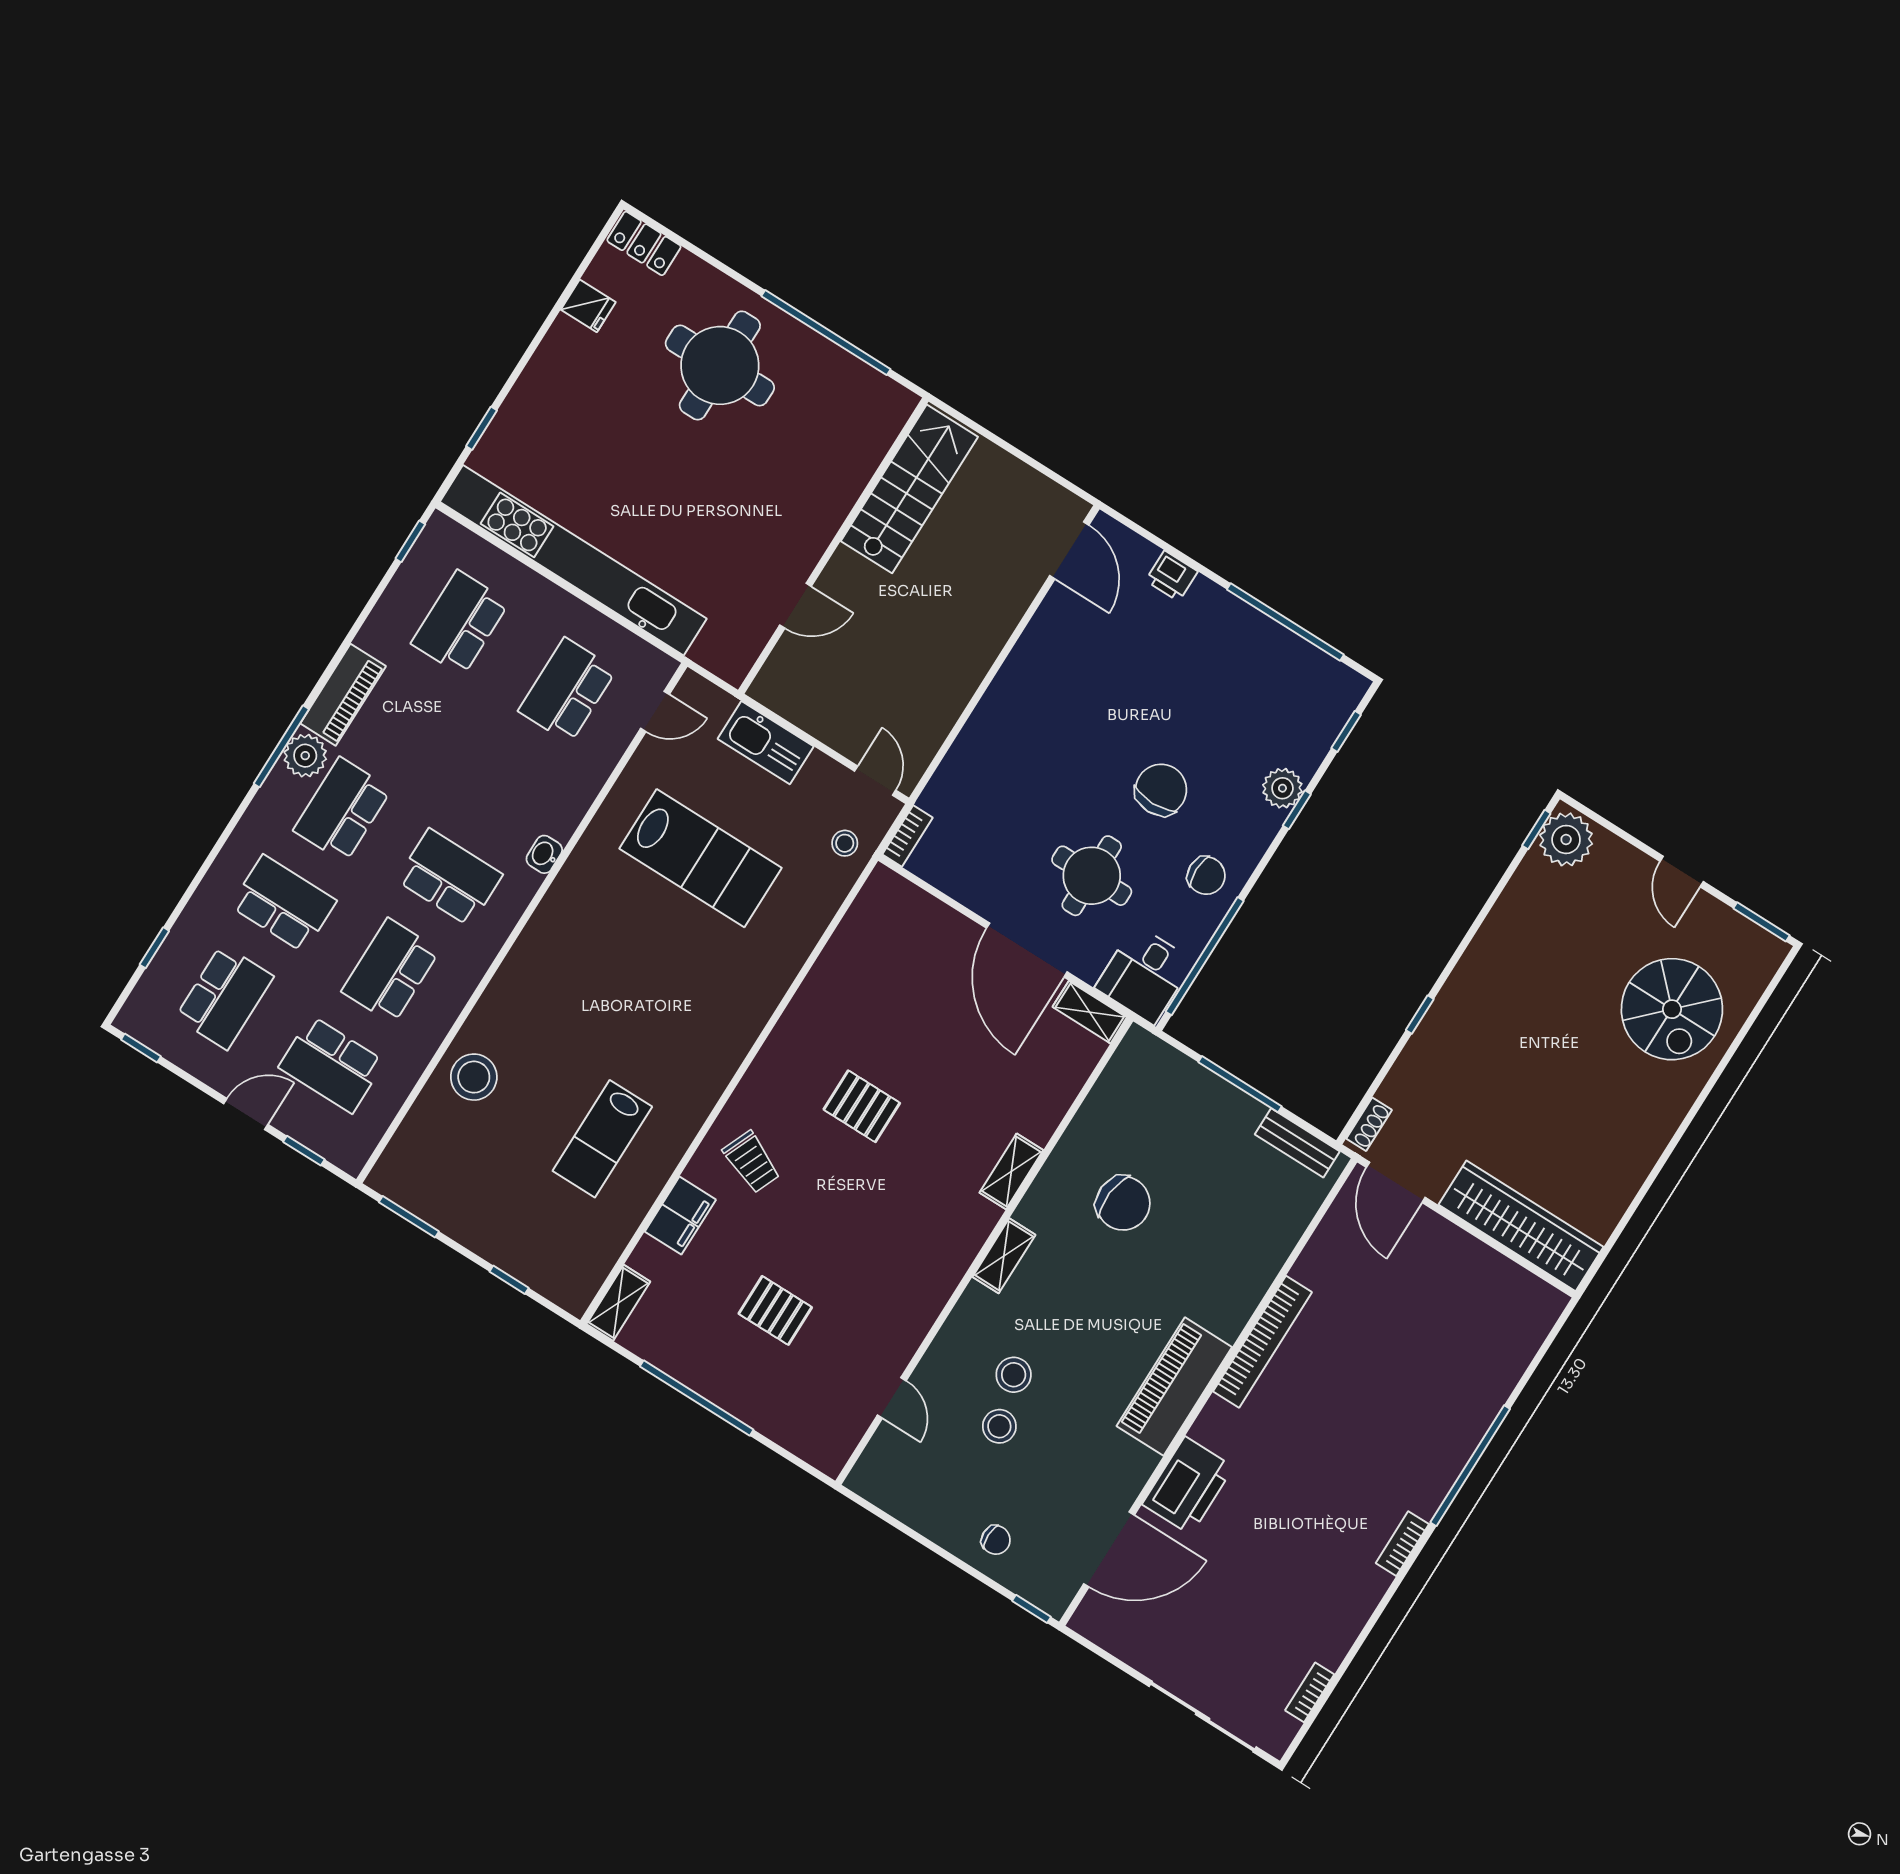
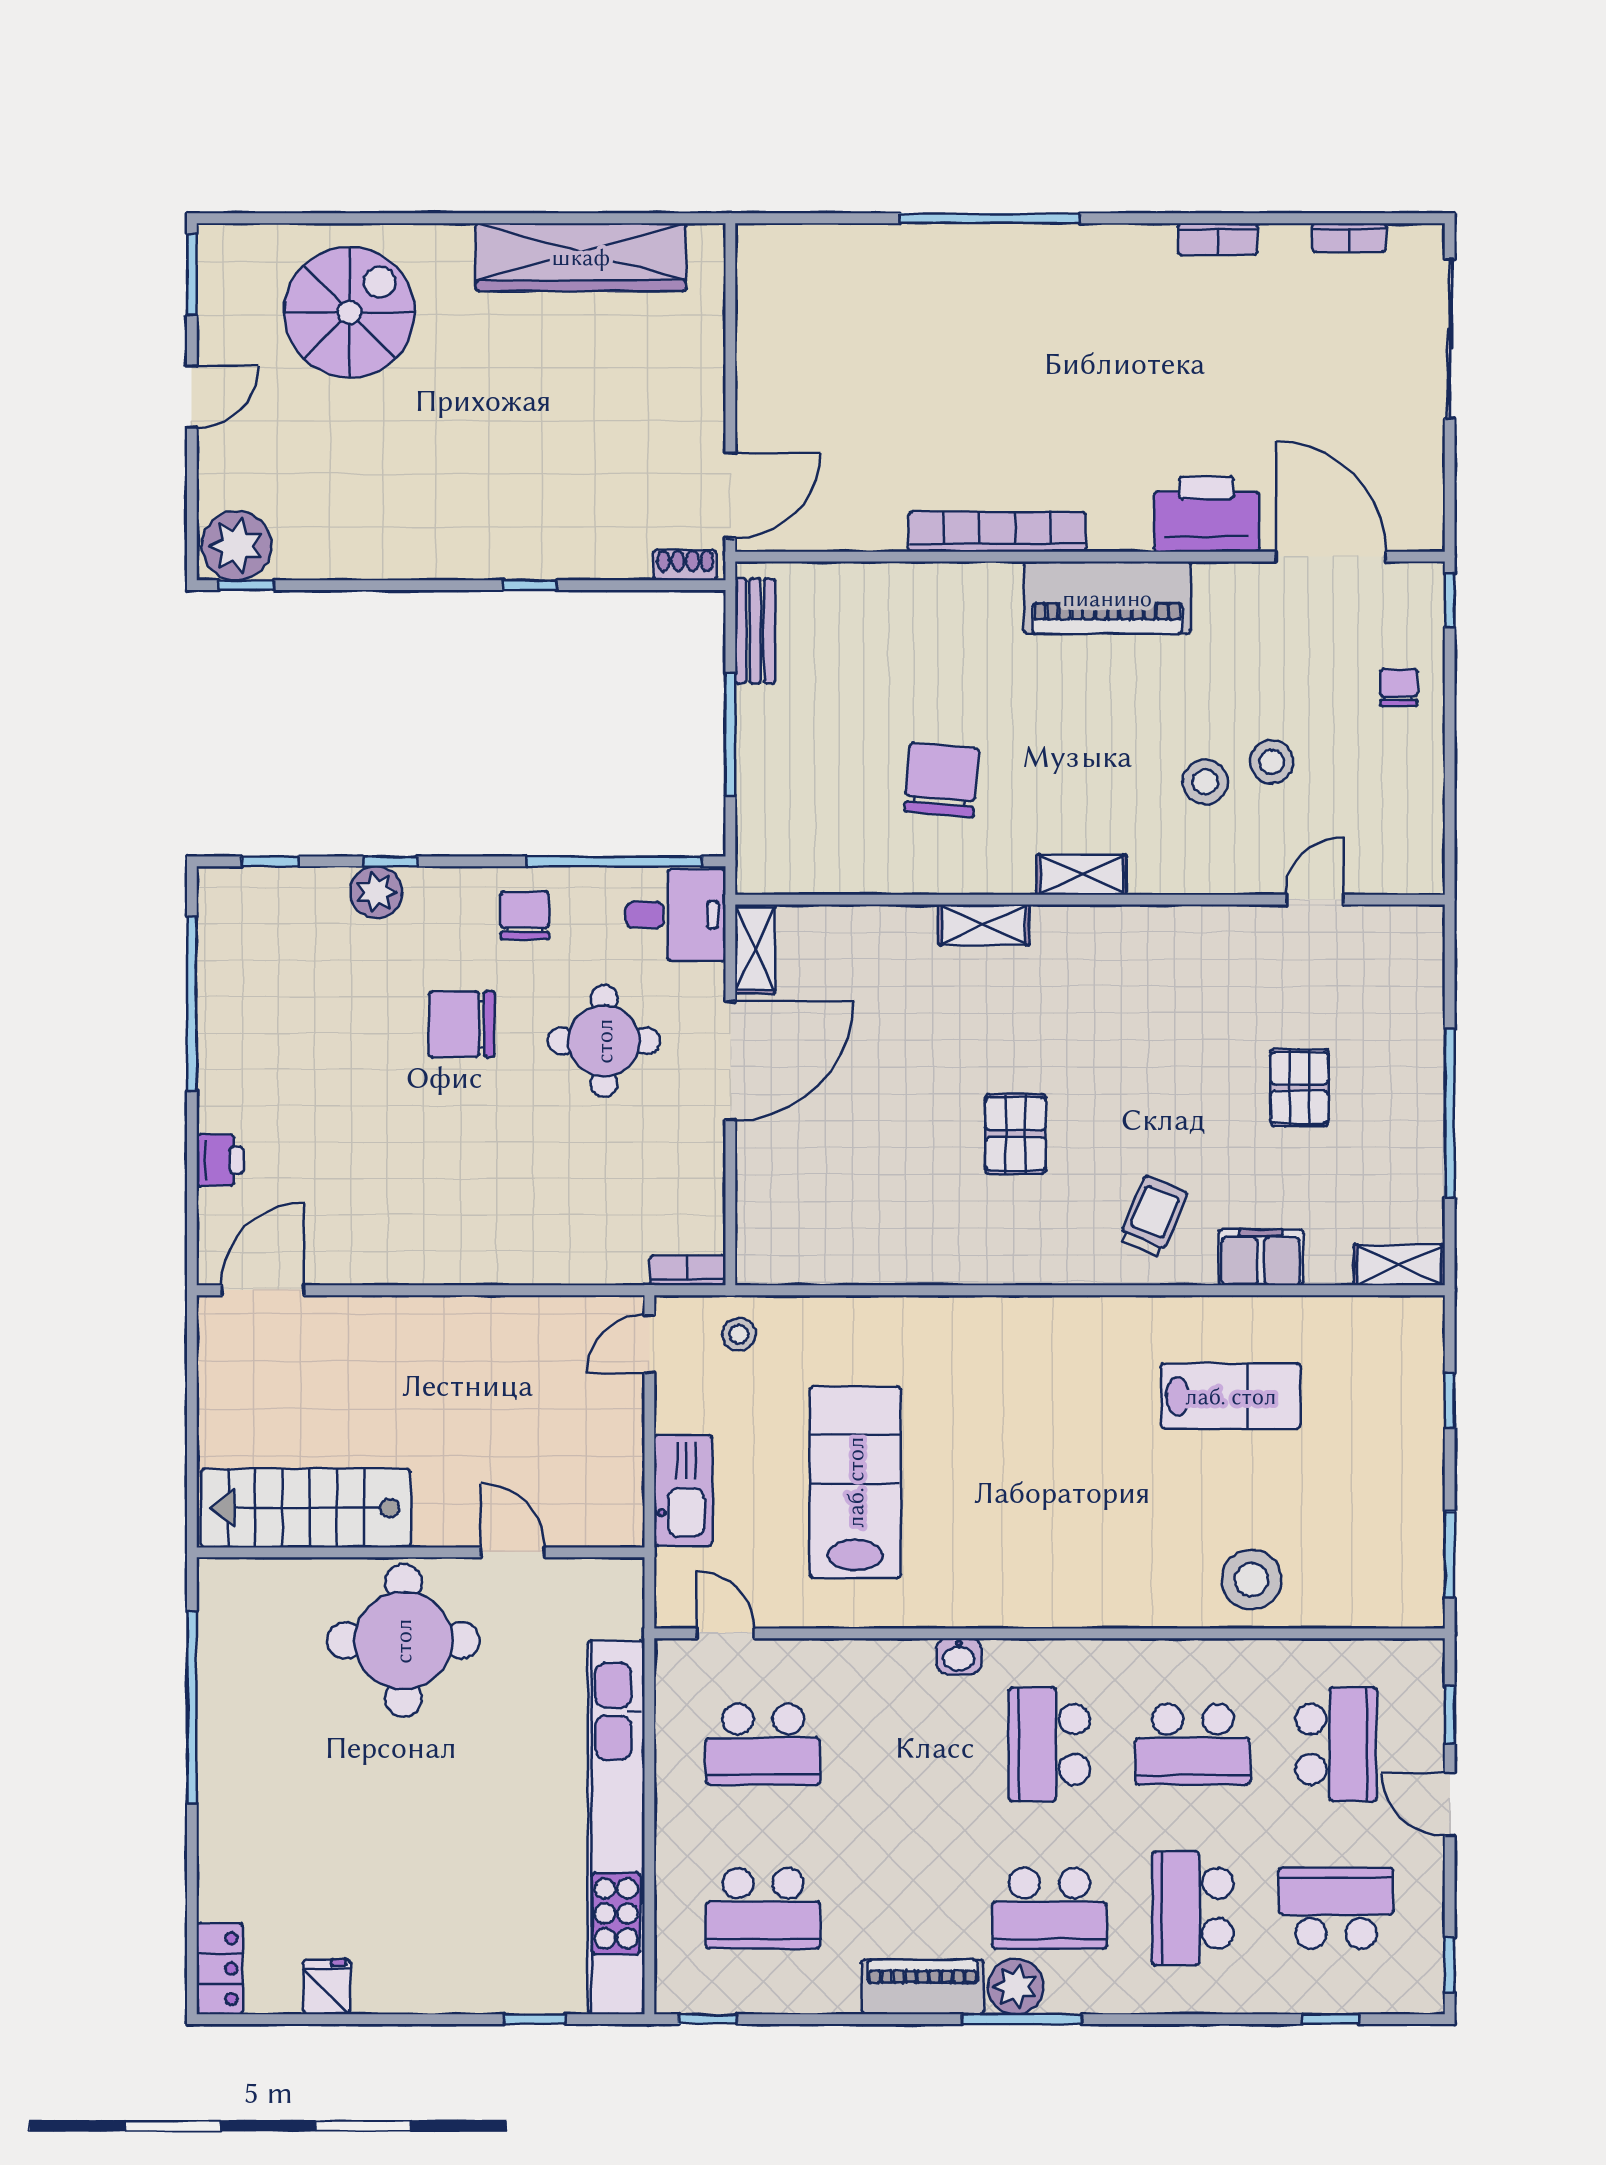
round table: (720, 365) -> (403, 1641), moved
wardrobe: (1521, 1226) -> (581, 257), moved, turned -90
bookcase: (1402, 1544) -> (1218, 239), moved

